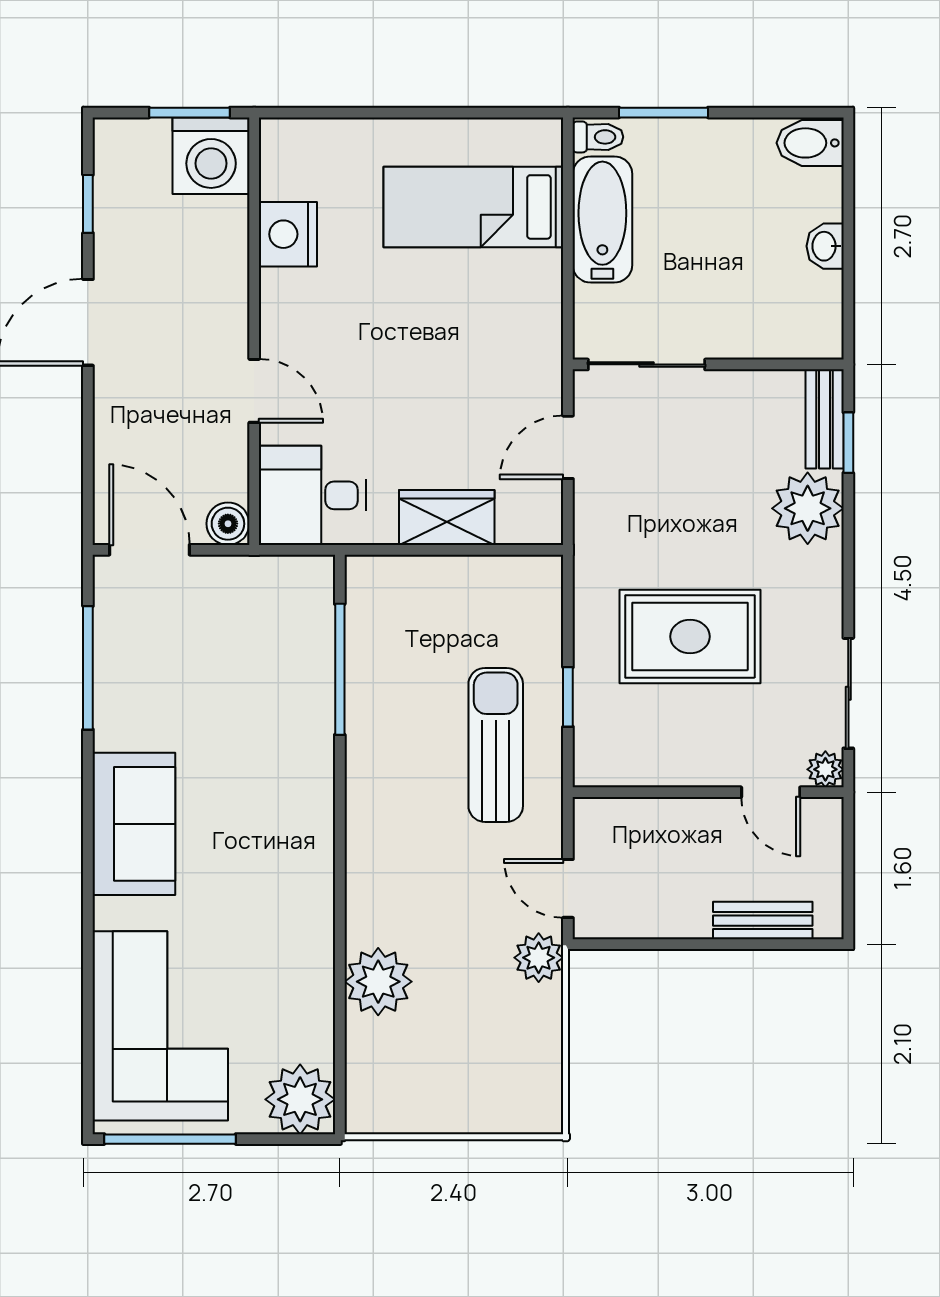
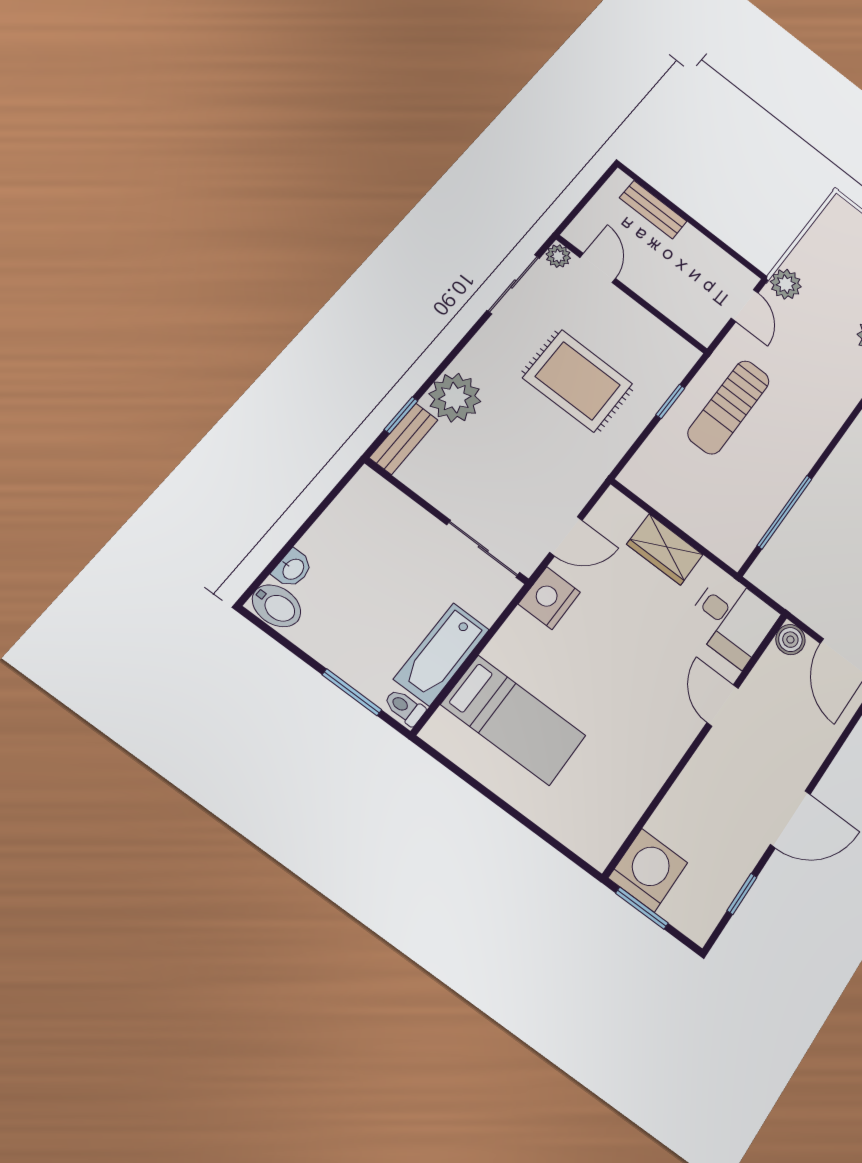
nightstand: (288, 234) -> (549, 598), moved, turned 180
washbasin: (825, 246) -> (293, 569), moved

